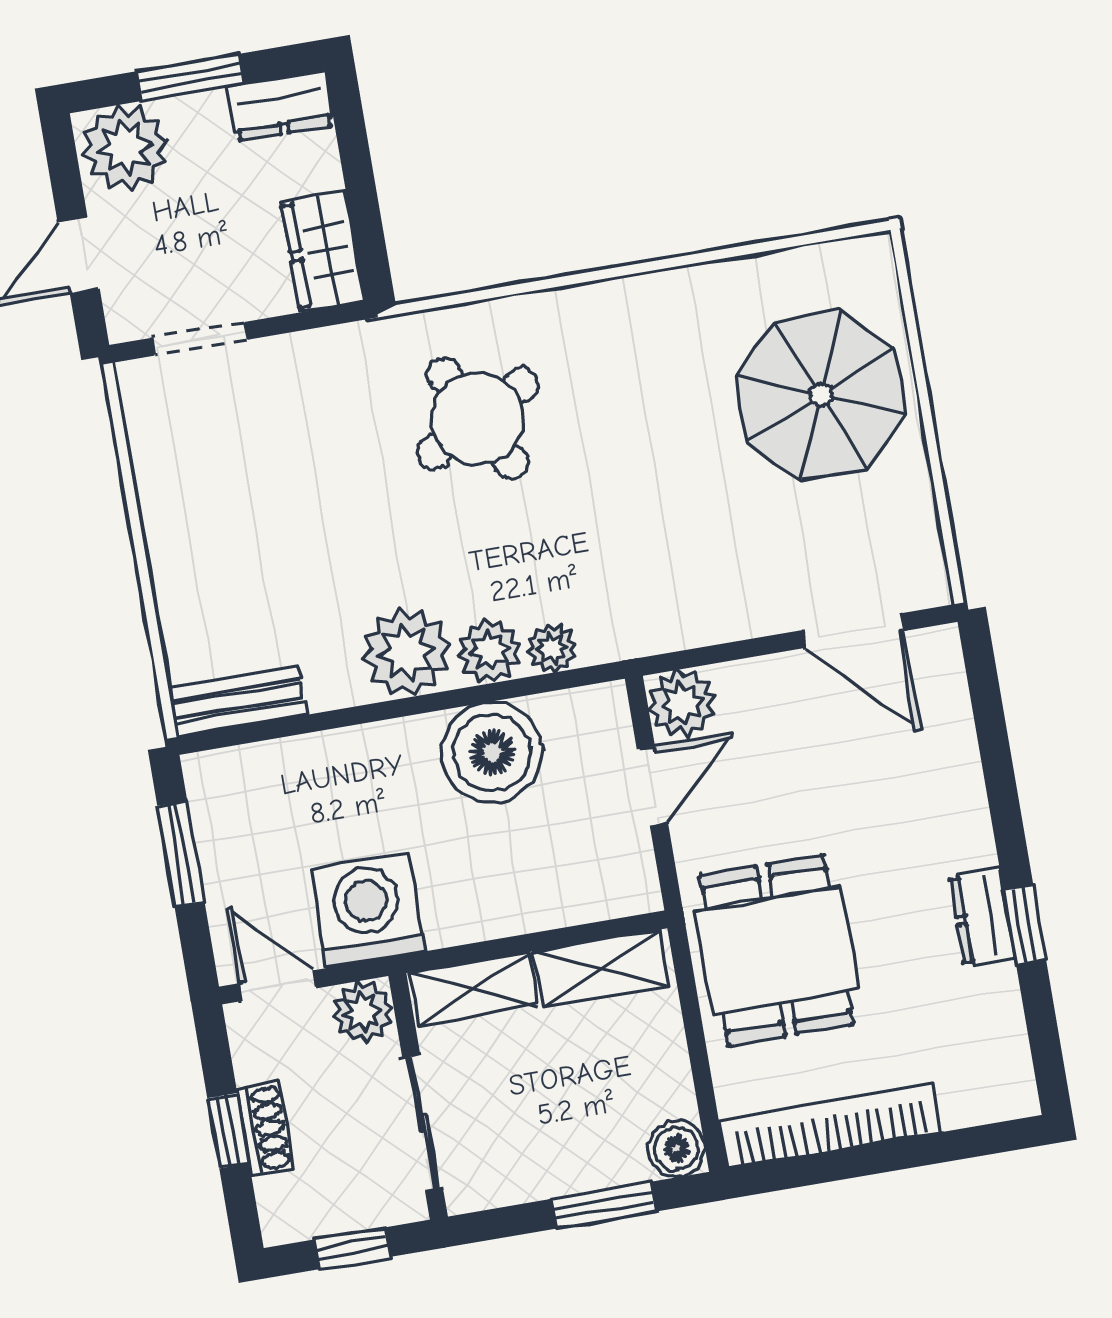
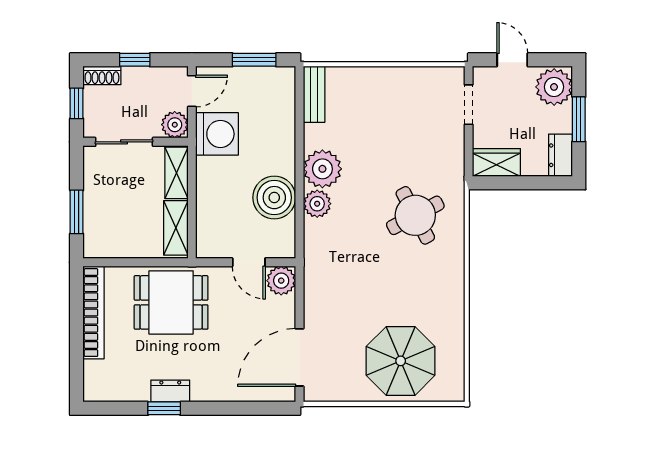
door: (853, 631) -> (300, 357), width x1.36
plant: (552, 648) -> (314, 230), removed
shoe rack: (265, 1128) -> (102, 75), moved
boiler: (676, 1149) -> (95, 246), removed

